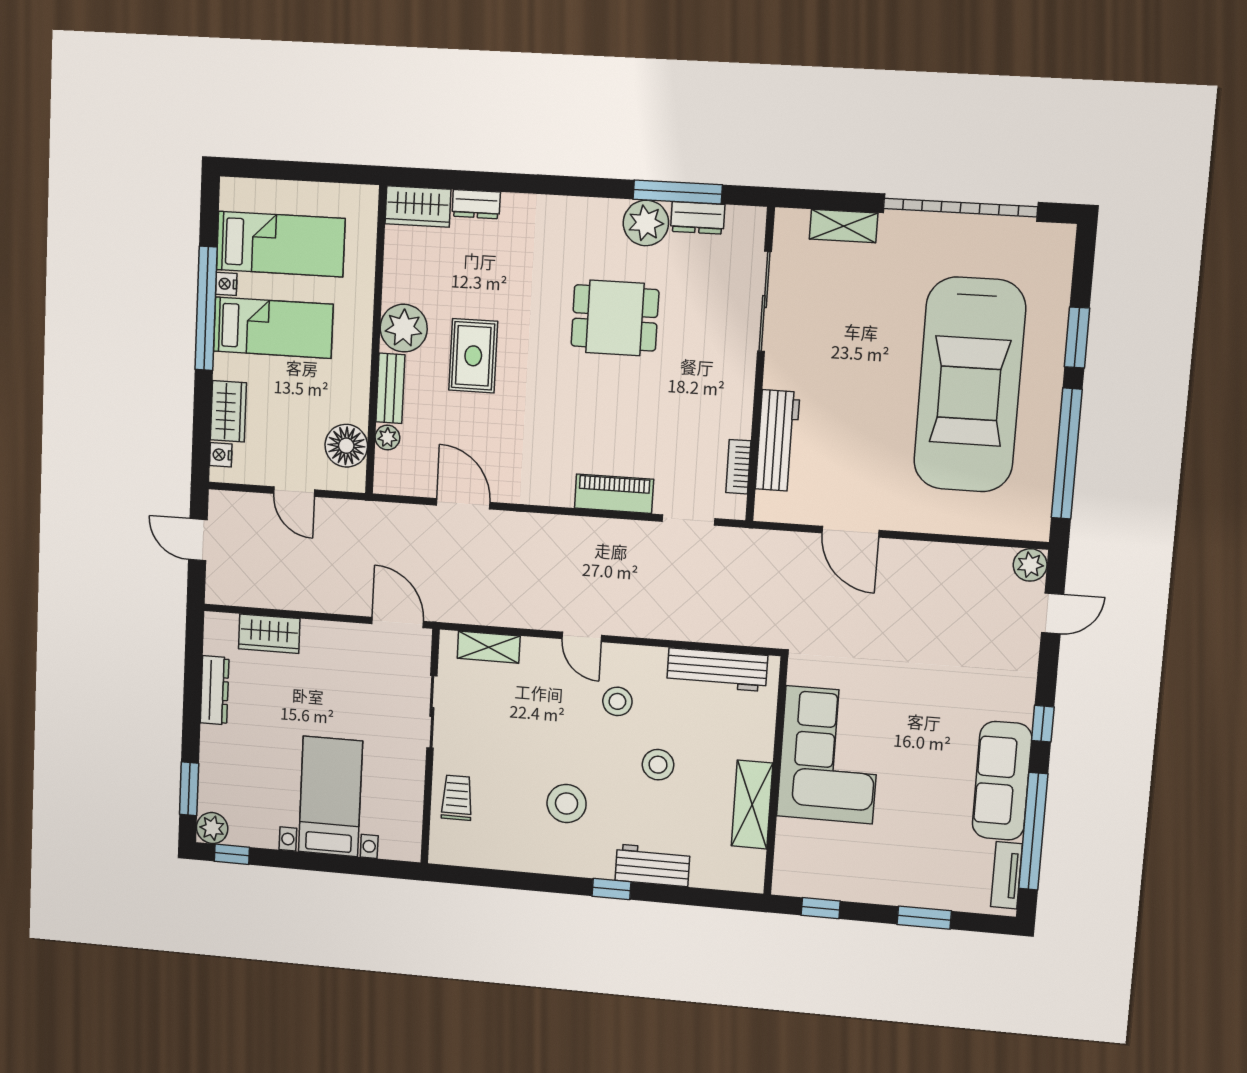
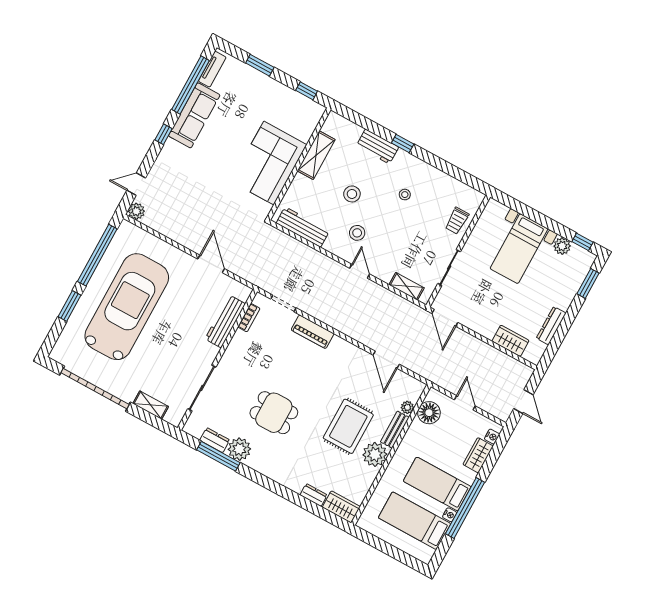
rug: (473, 356) -> (348, 426), width x1.36, depth x1.43
stool: (567, 803) -> (405, 195), width x0.53, depth x0.53
plant: (212, 828) -> (562, 246), moved

